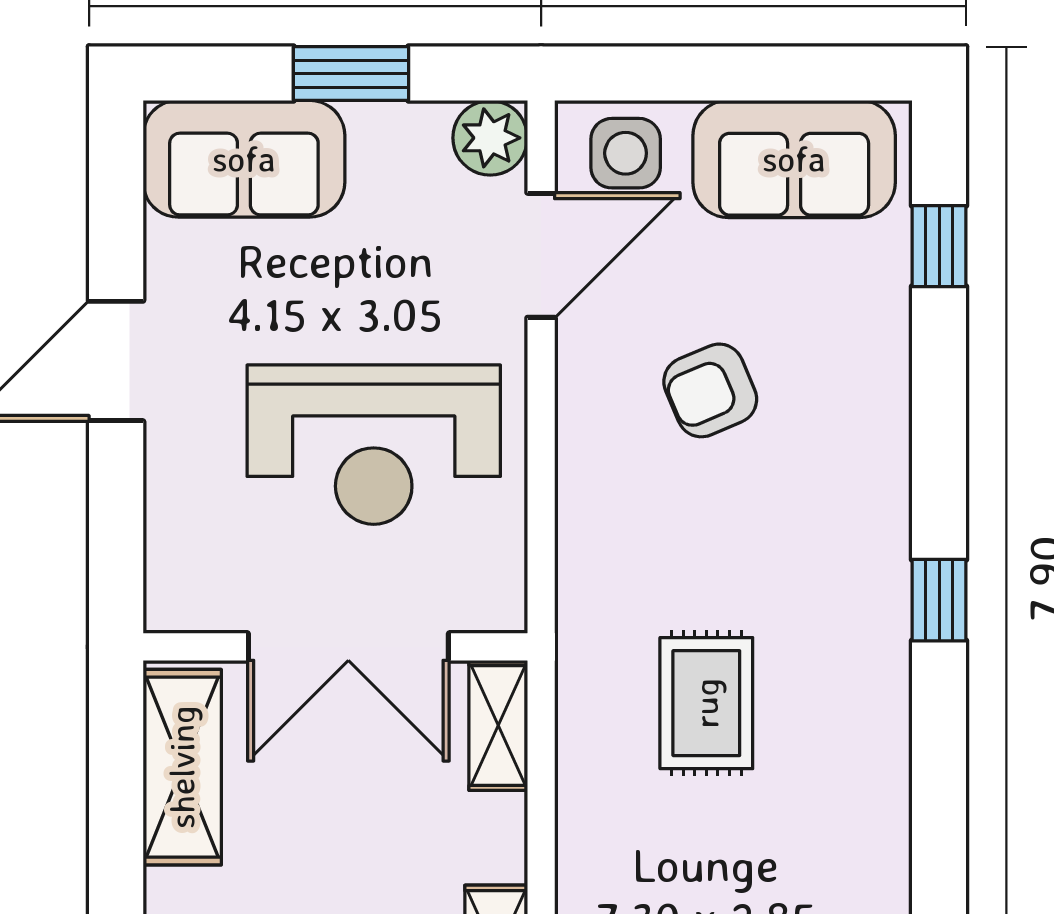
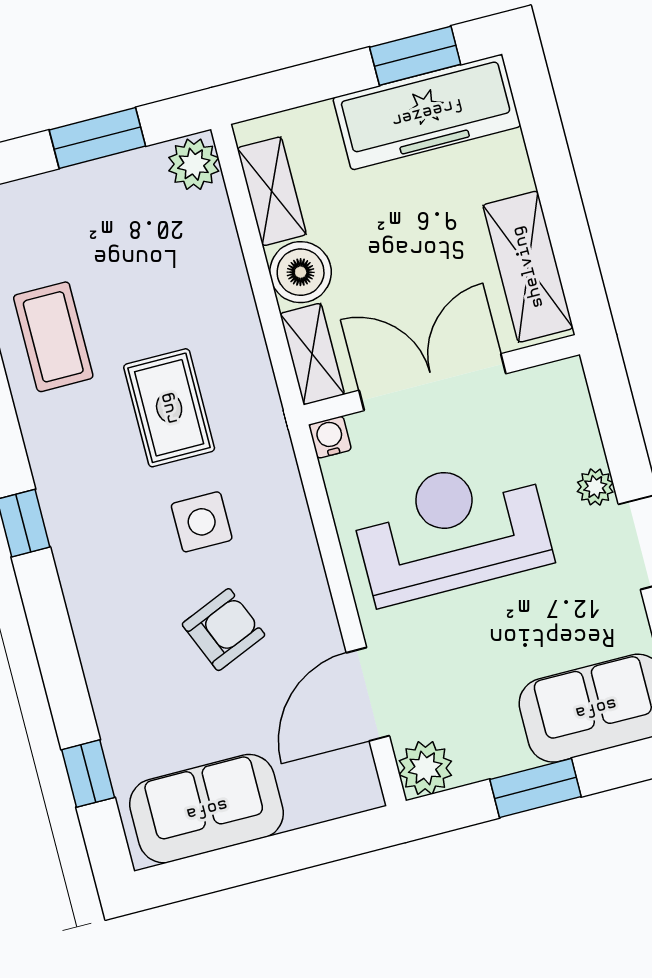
side table: (626, 153) -> (202, 522), moved
plant: (169, 452) -> (595, 487), added
water cooler: (503, 609) -> (330, 437), added
coffee table: (836, 837) -> (53, 337), added
boiler: (486, 838) -> (301, 272), added

